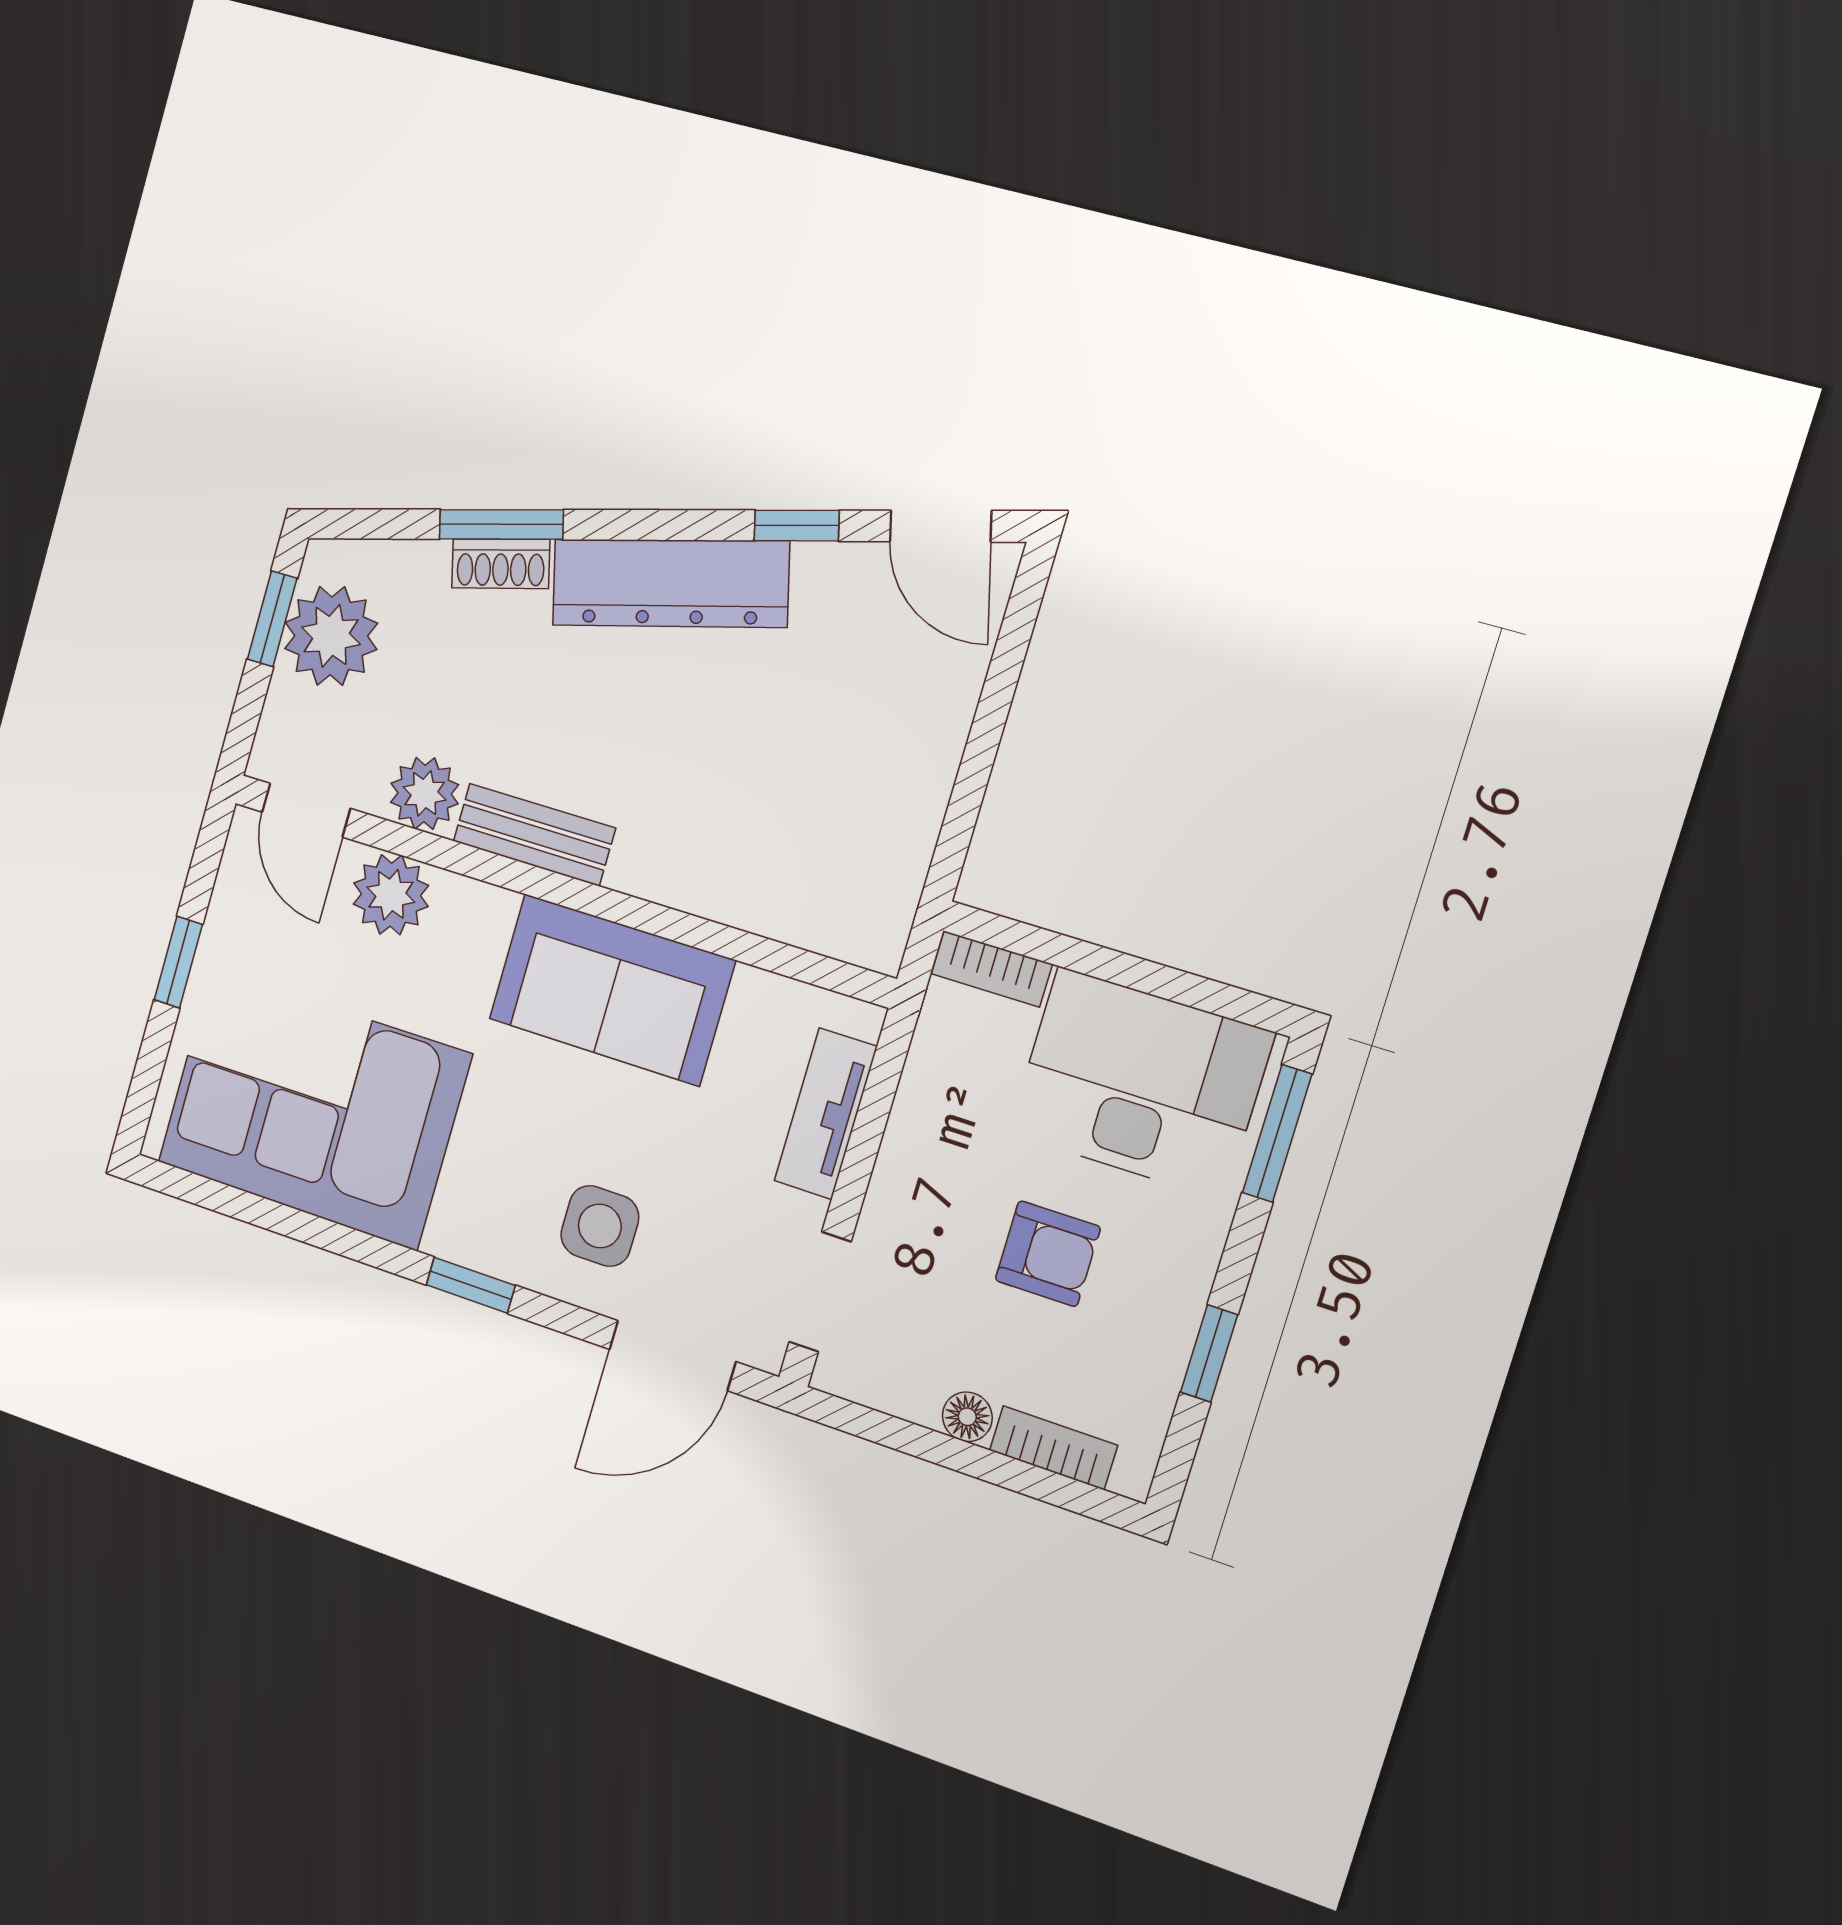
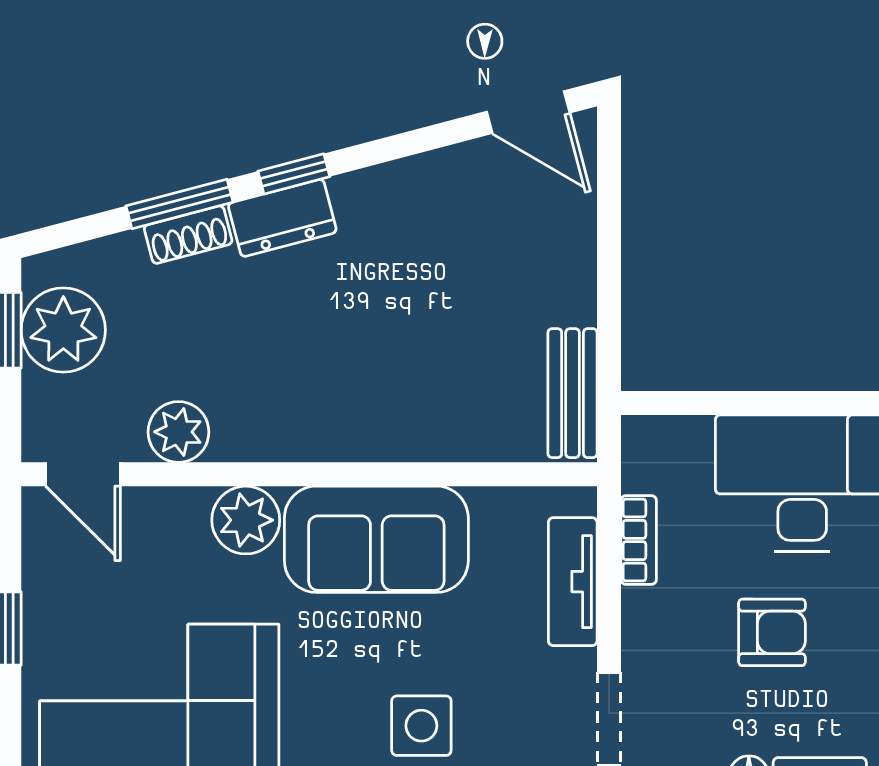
window: (797, 526) -> (294, 174), moved
dresser: (670, 583) -> (282, 218), width x0.51, depth x0.80
bench: (534, 835) -> (573, 393), moved, turned 90
plant: (391, 895) -> (246, 520), moved
bookcase: (992, 969) -> (639, 540), moved, turned -90

